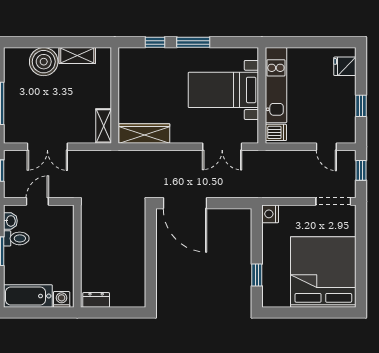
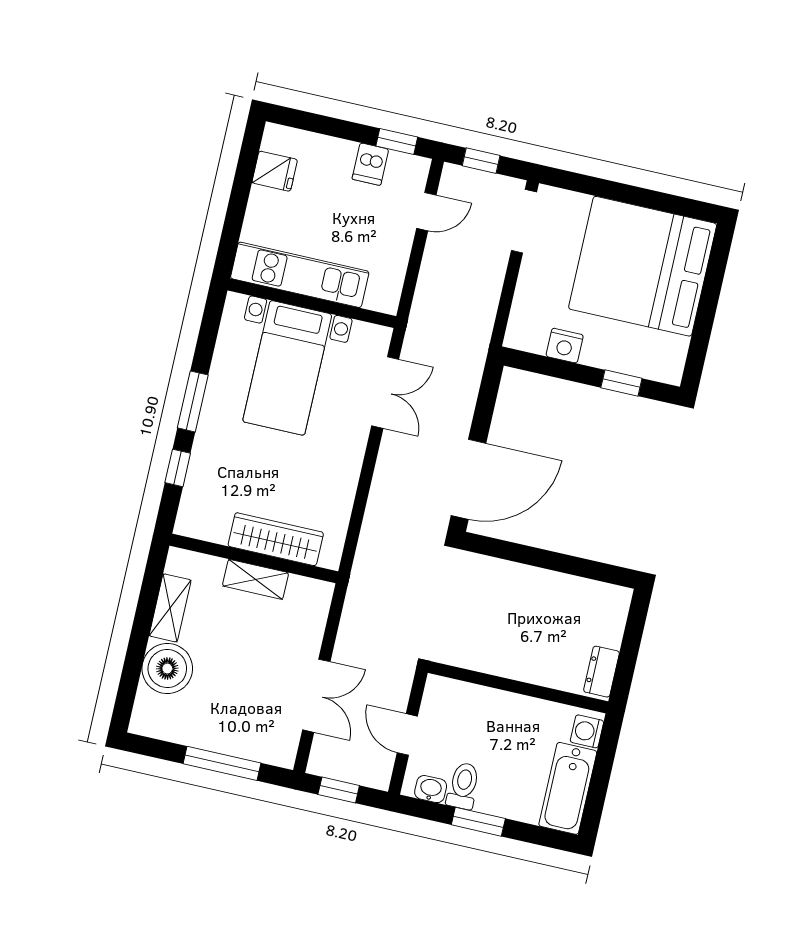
fridge: (345, 66) -> (275, 171), moved, turned -90
window: (361, 106) -> (397, 142), moved
shelving: (104, 126) -> (255, 579), moved
dishwasher: (276, 132) -> (370, 164), moved, turned 180
wardrobe: (144, 133) -> (276, 539), moved, turned 90
nightstand: (270, 214) -> (565, 346), moved

